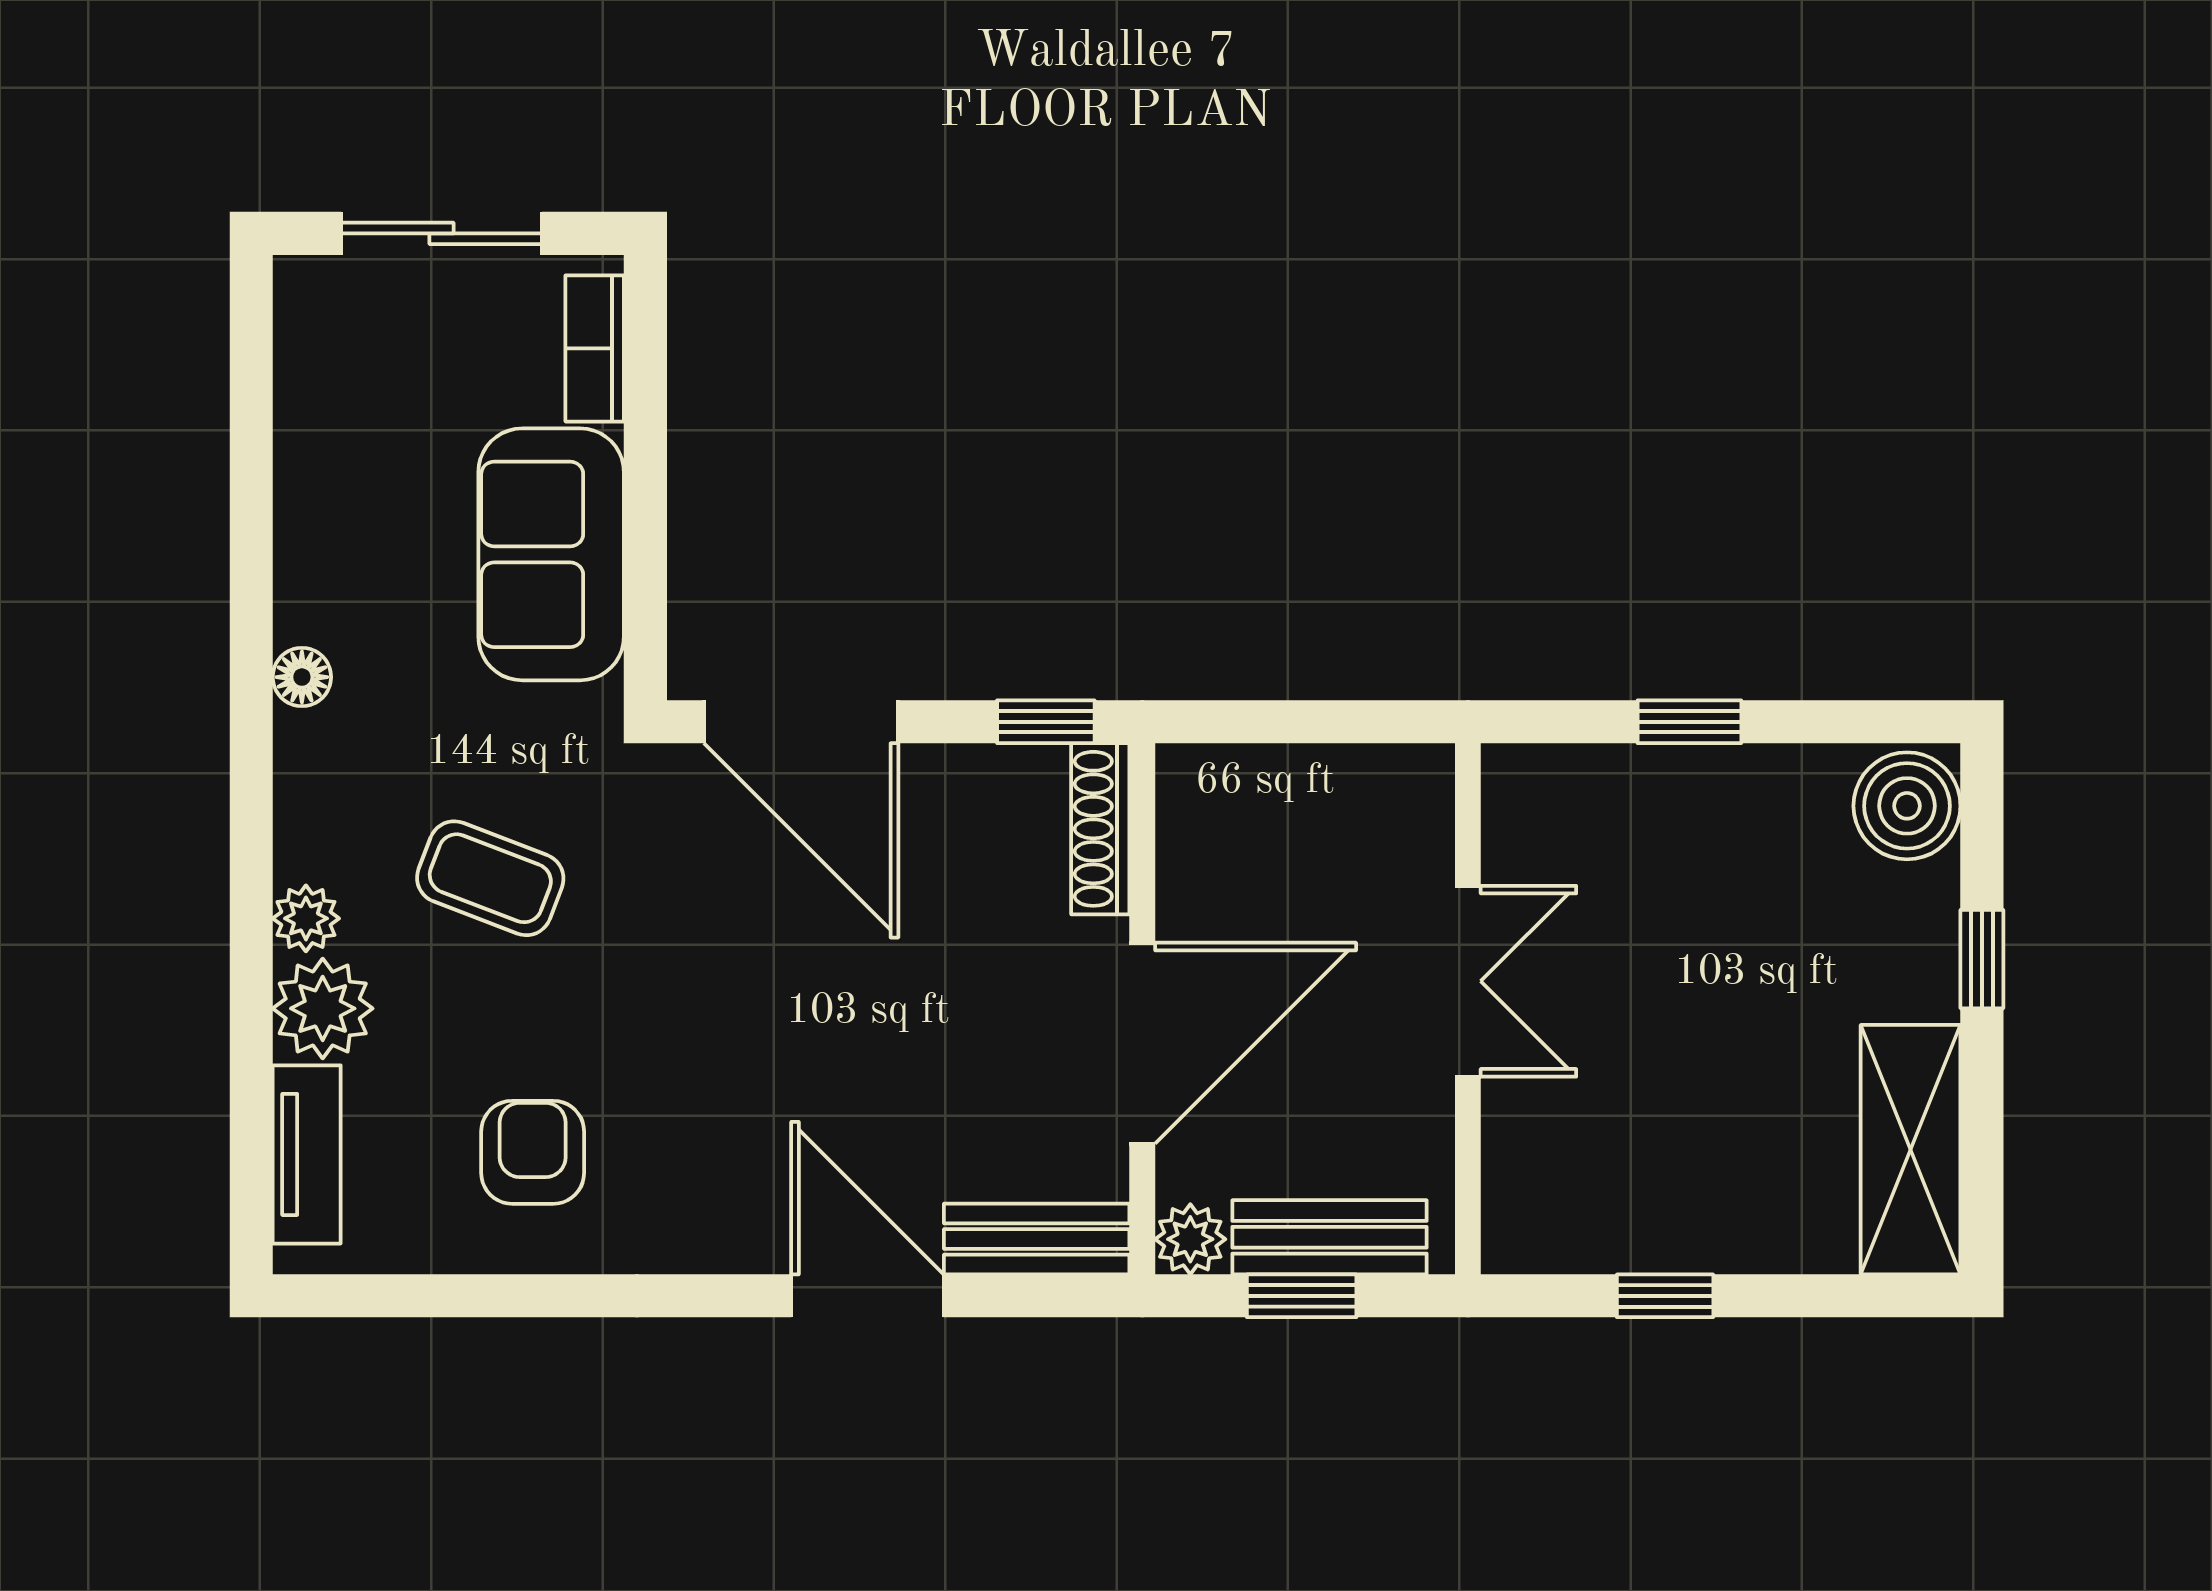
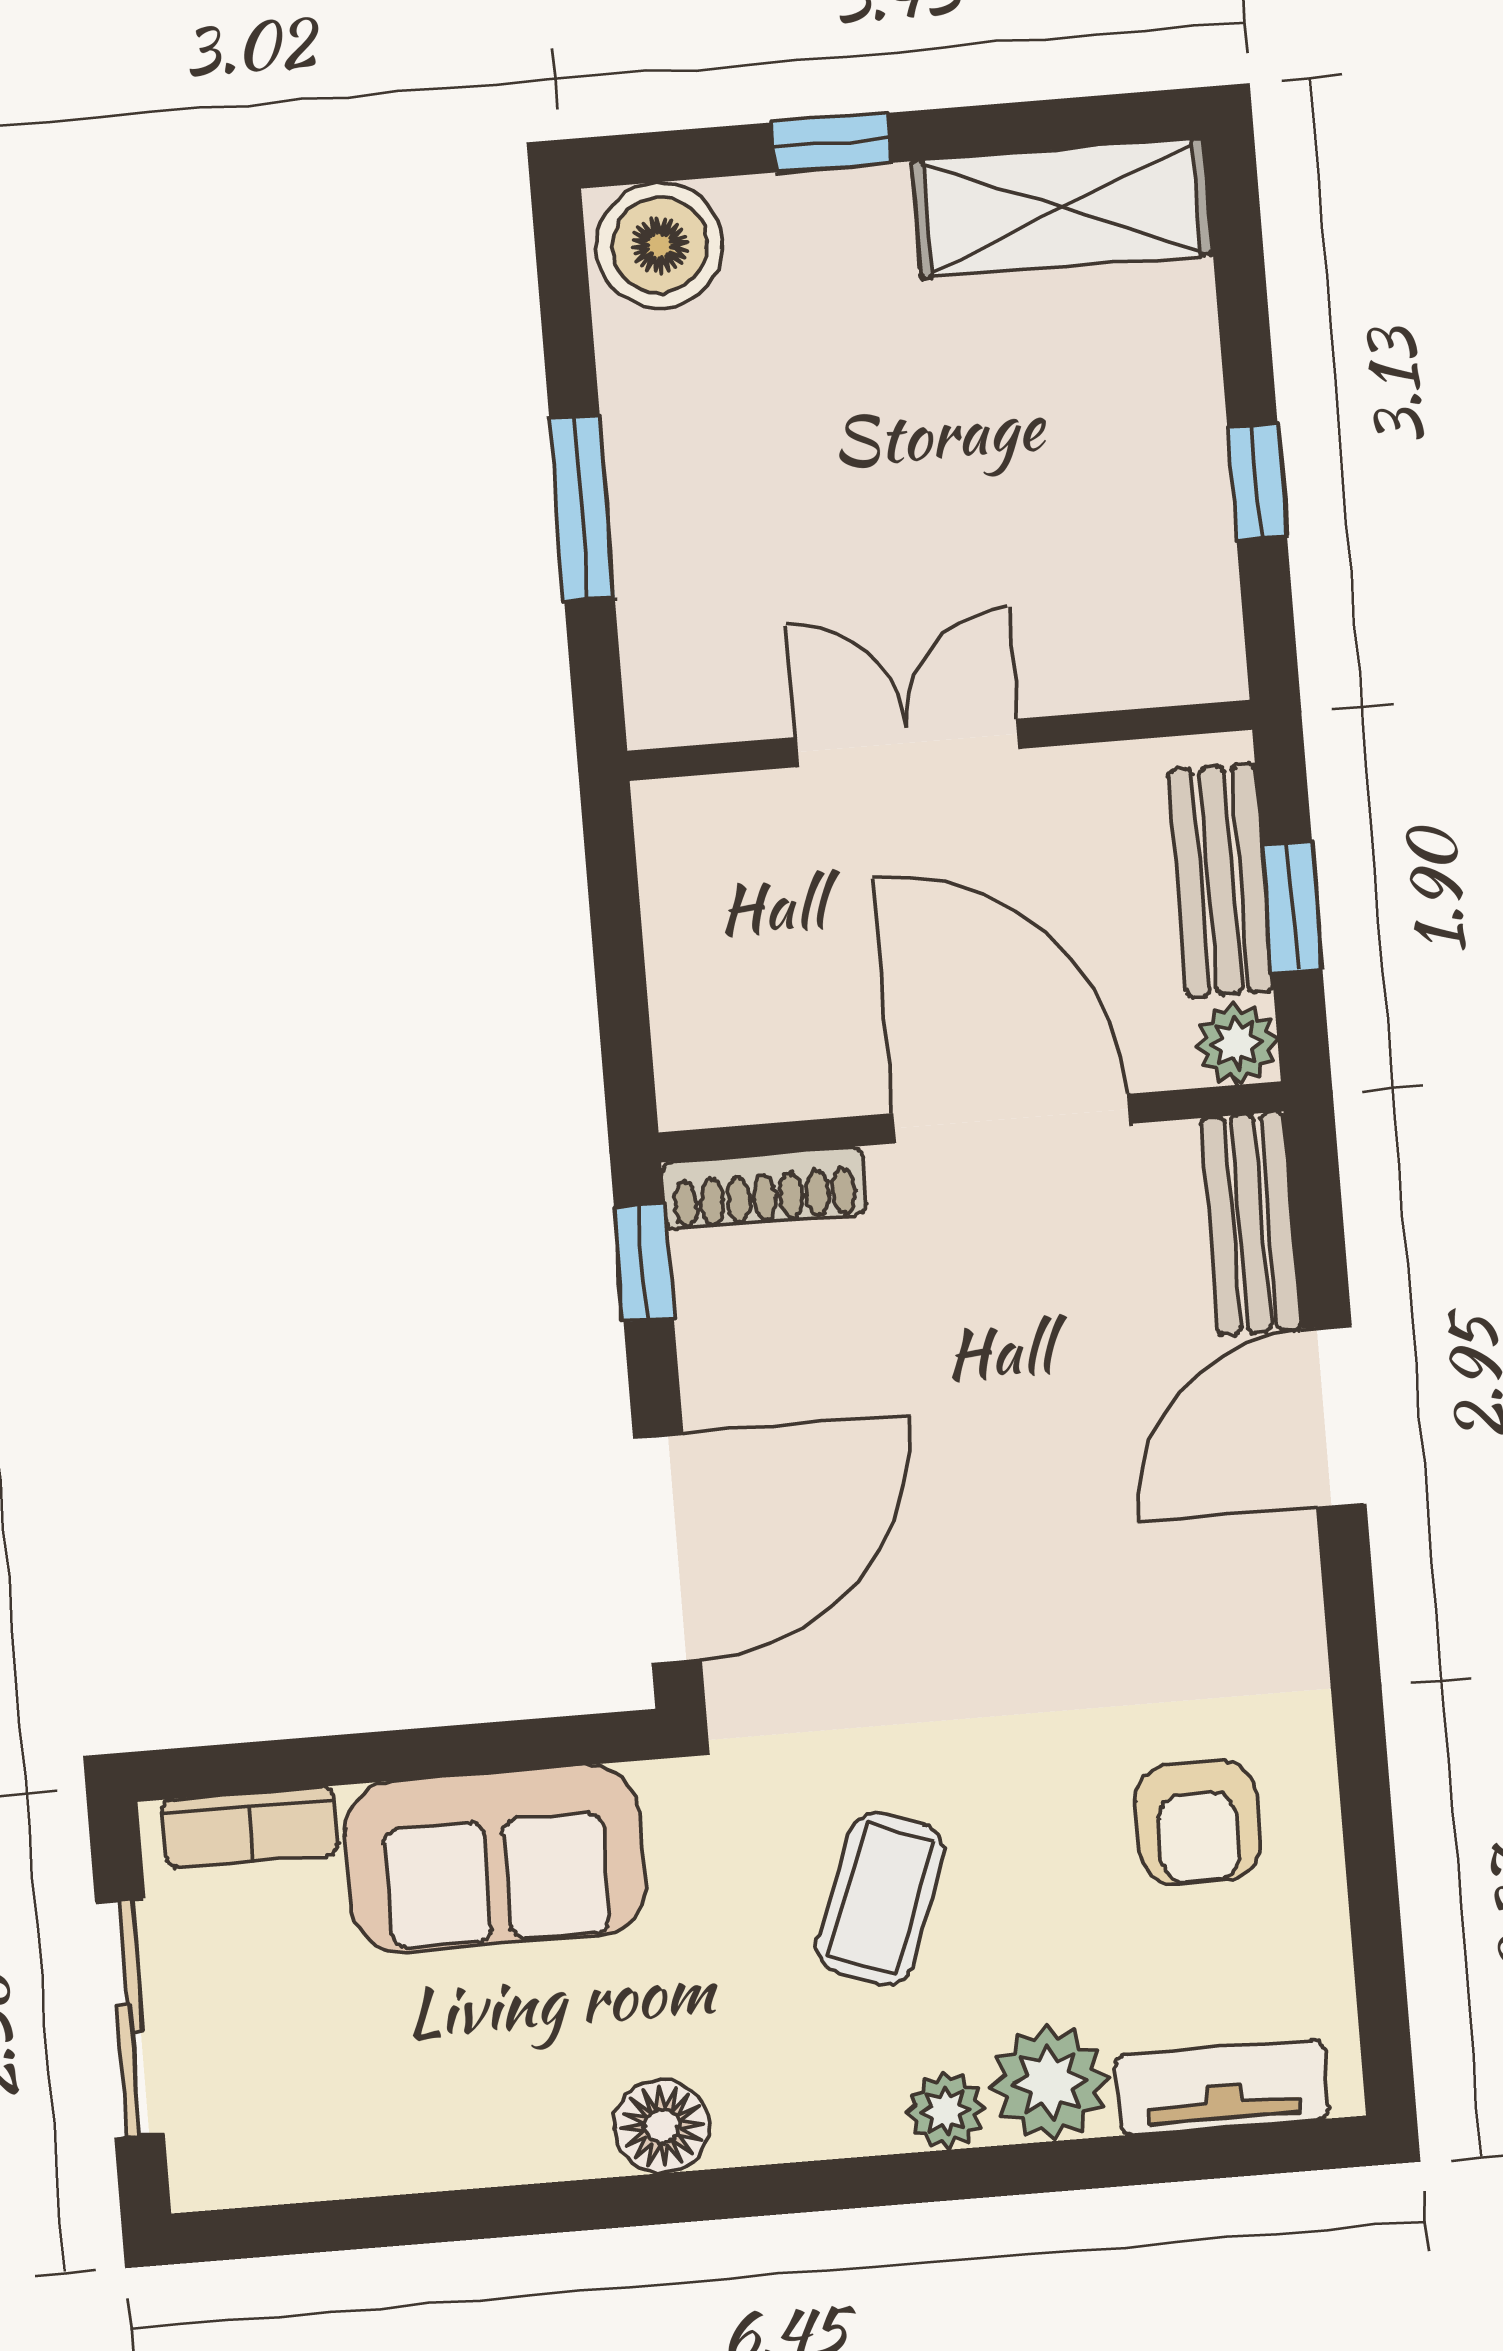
floor lamp: (302, 677) -> (662, 2126), width x1.37, depth x1.37
window: (1689, 722) -> (582, 508), width x1.50
armchair: (533, 1152) -> (1198, 1823), turned -90

